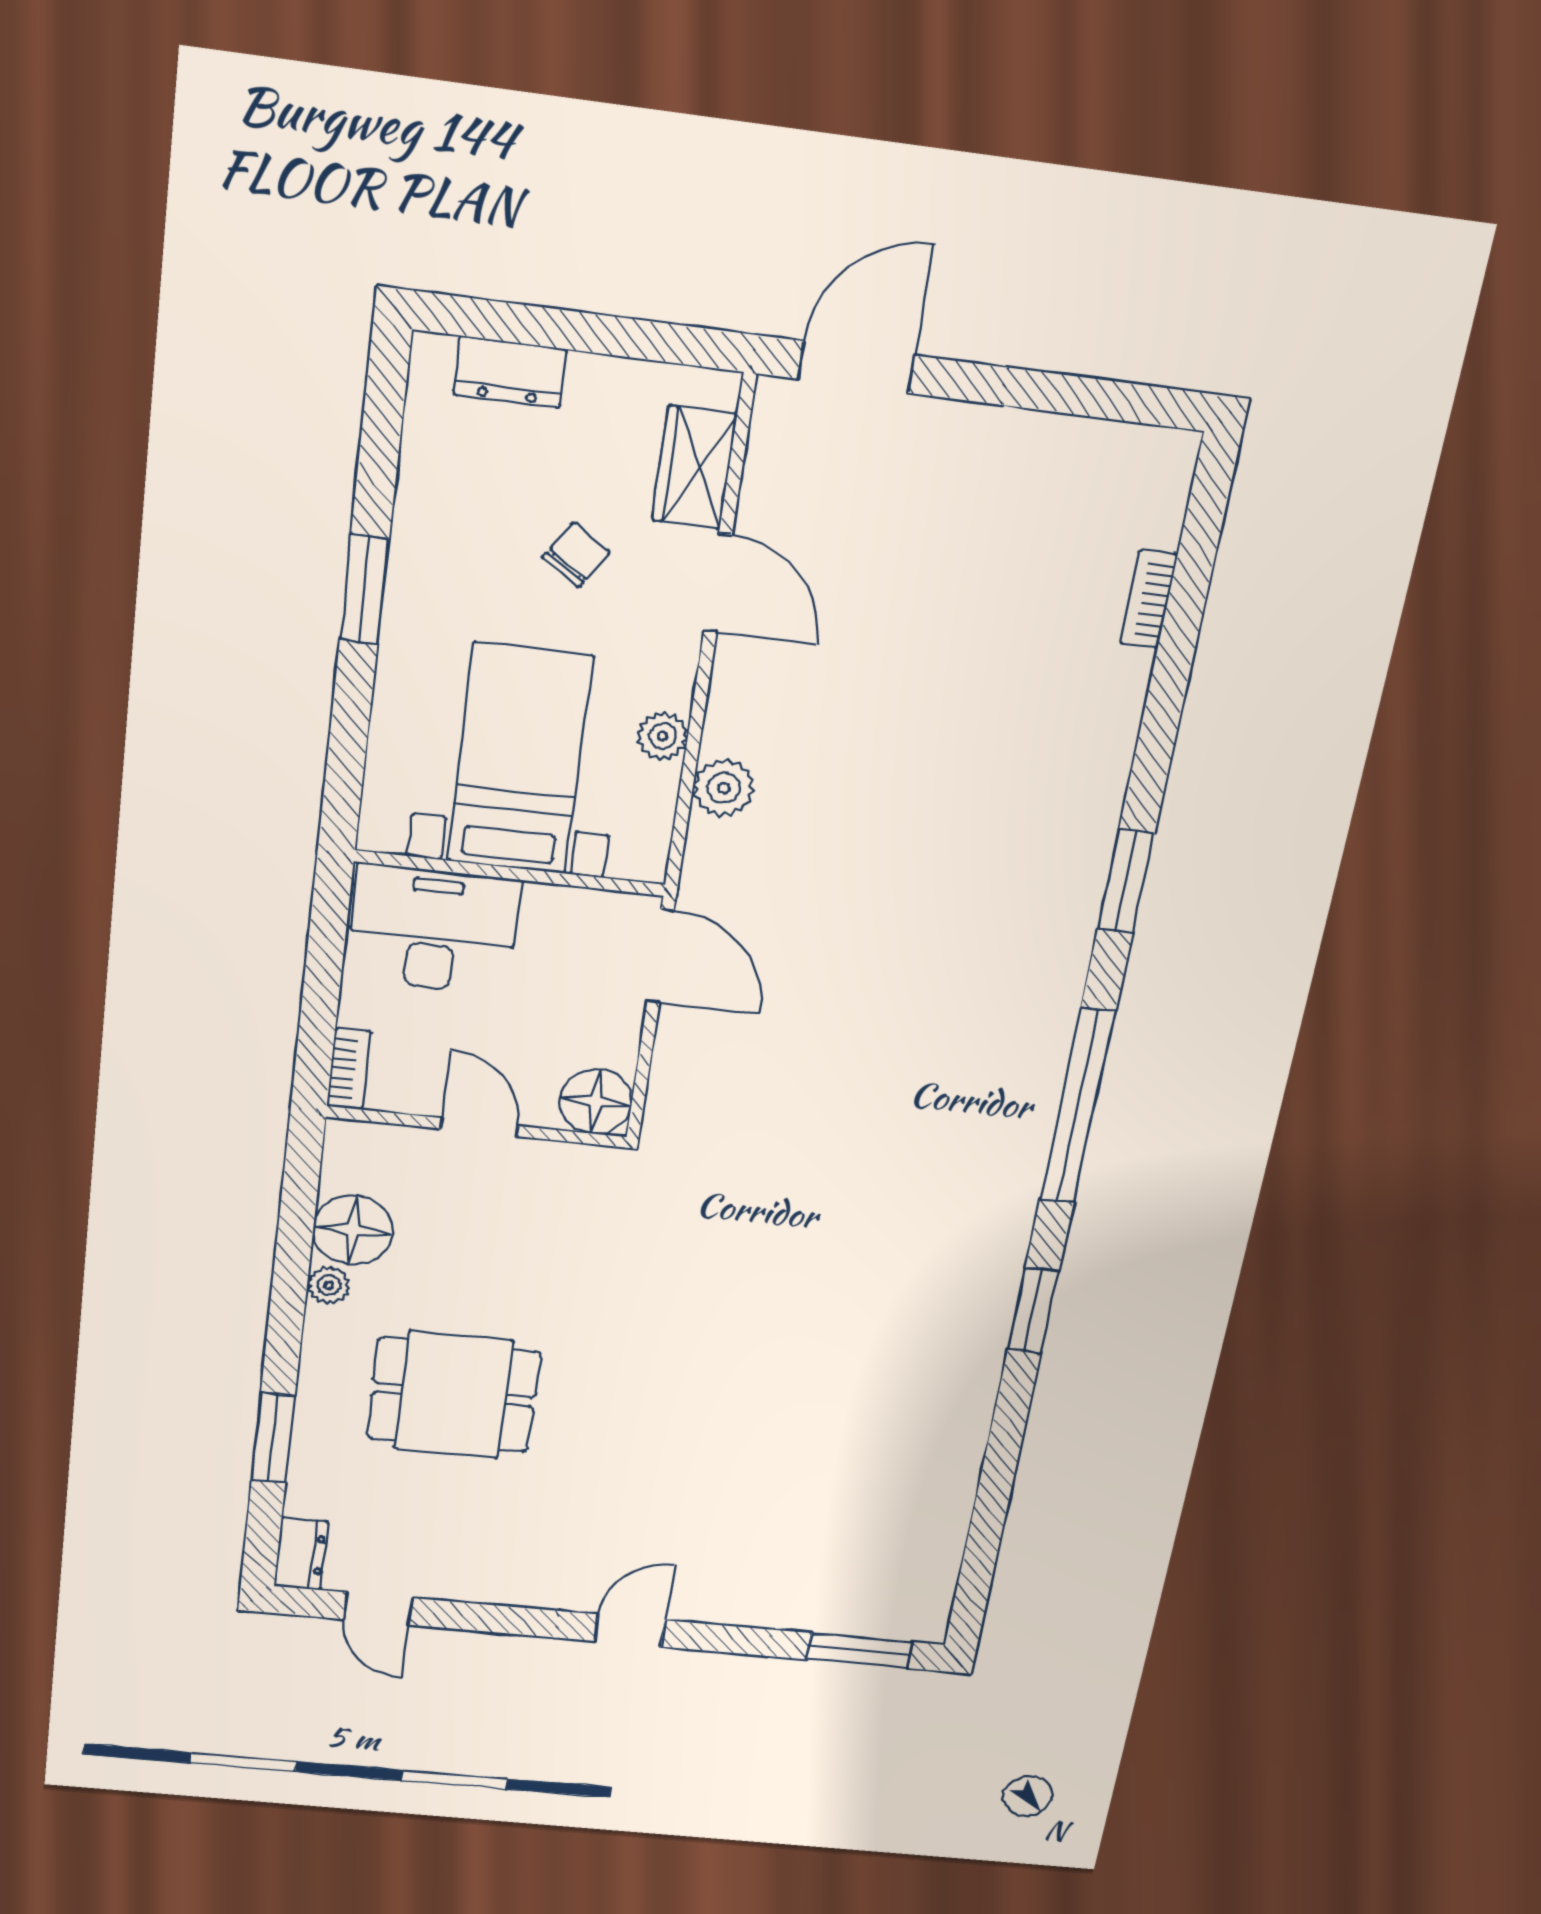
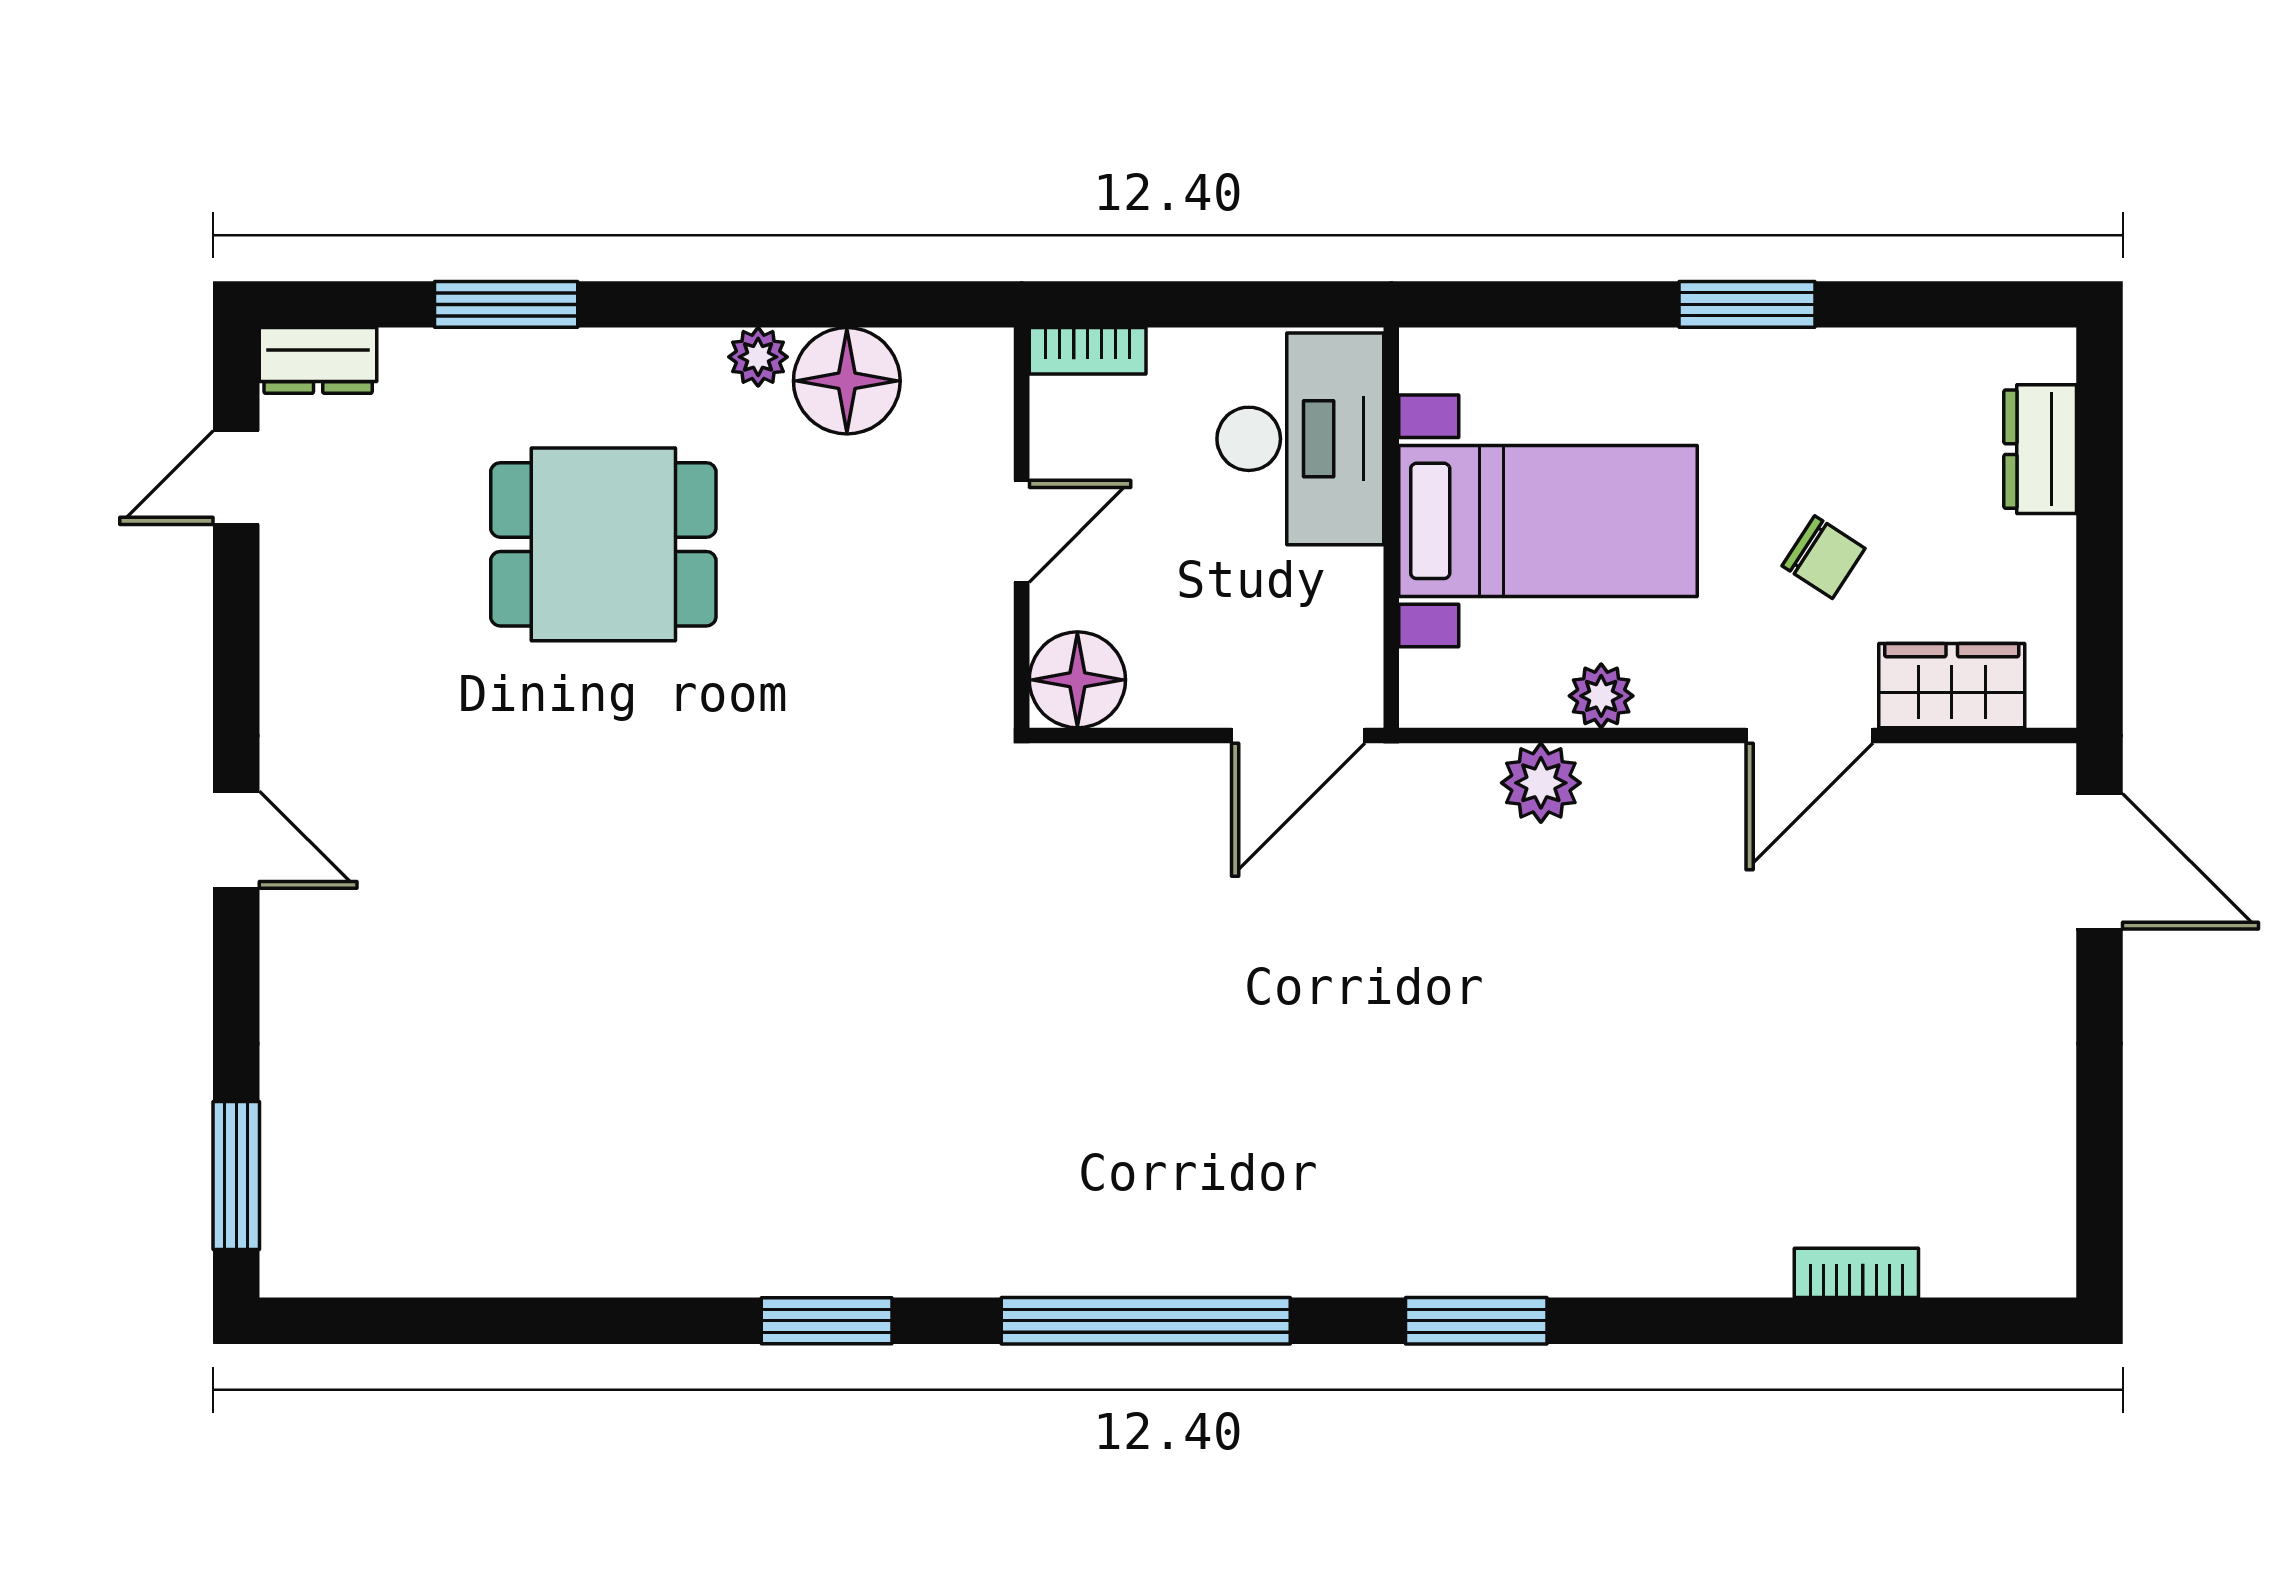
dining table: (454, 1395) -> (603, 544), turned 90

